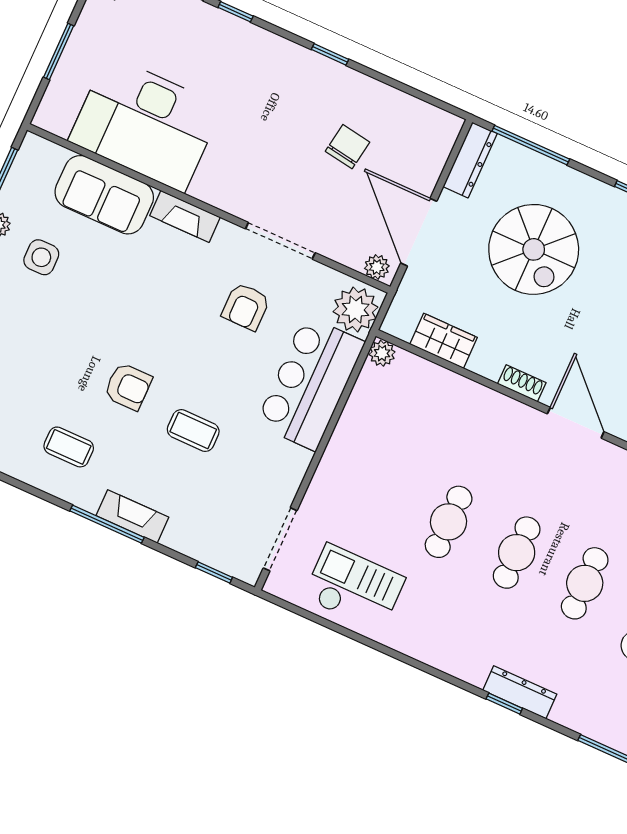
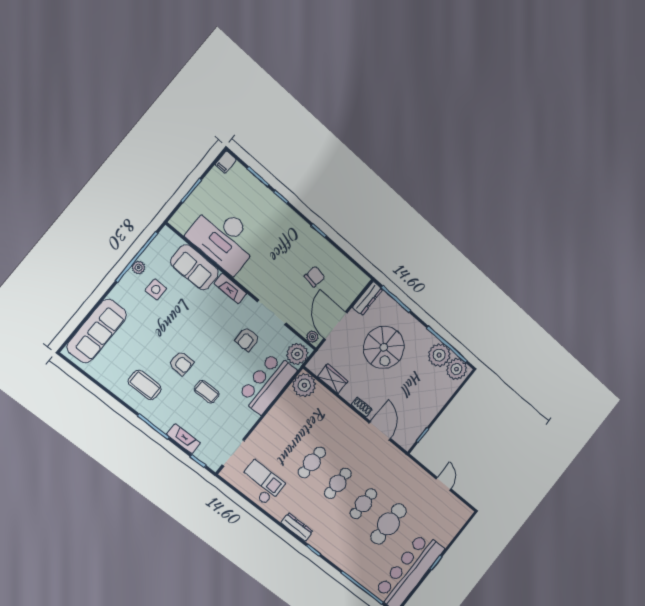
plant: (382, 353) -> (304, 385), width x1.88, depth x1.88
coffee table: (69, 447) -> (145, 385), width x1.36, depth x1.30
fireplace: (132, 516) -> (184, 439), moved
dresser: (520, 692) -> (297, 527), moved

